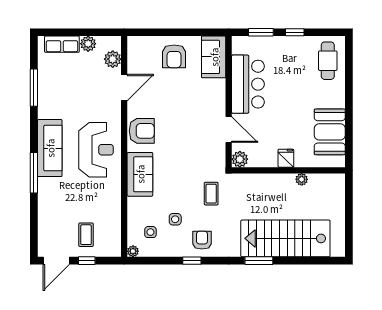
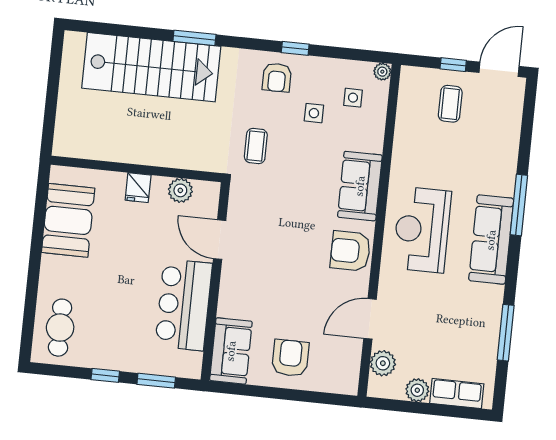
plant: (240, 159) -> (180, 190), moved
plant: (302, 179) -> (118, 153), removed

